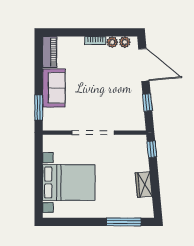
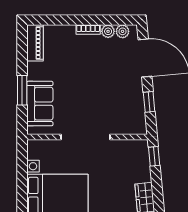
sofa: (54, 88) -> (40, 104), moved
window: (39, 108) -> (22, 90), moved

